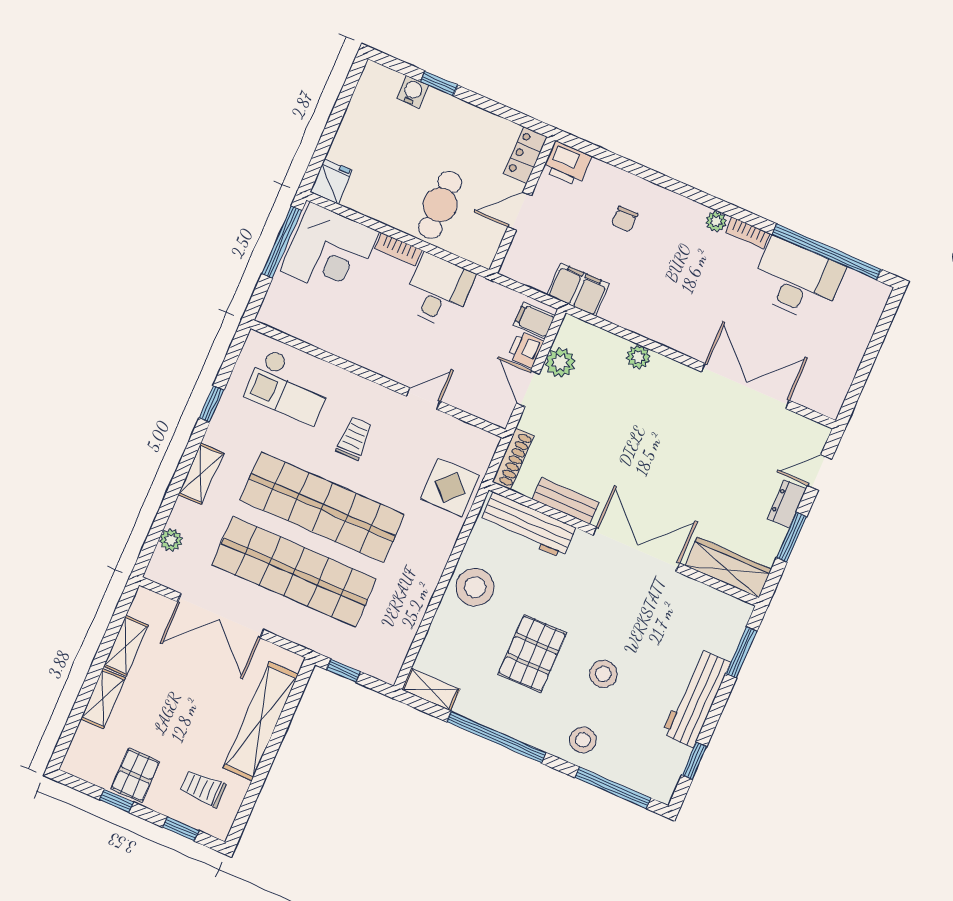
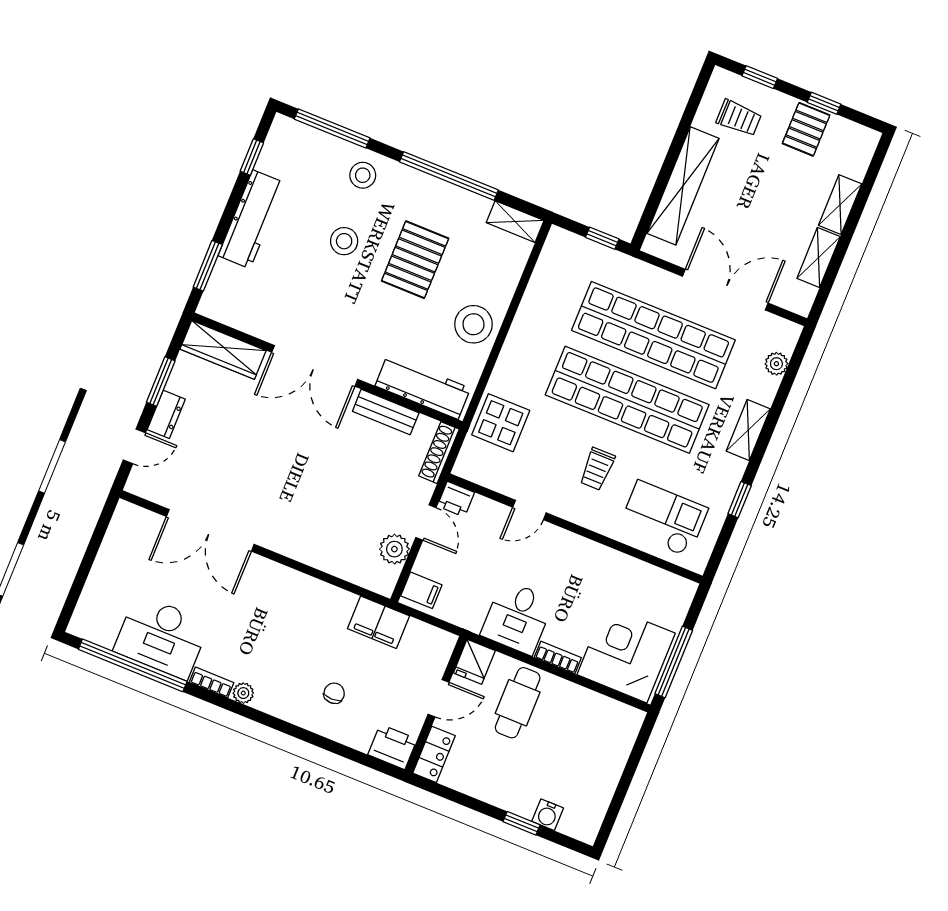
fridge: (331, 181) -> (474, 662), moved
printer: (526, 350) -> (456, 499), moved, turned 90
plant: (638, 357) -> (317, 557), removed

